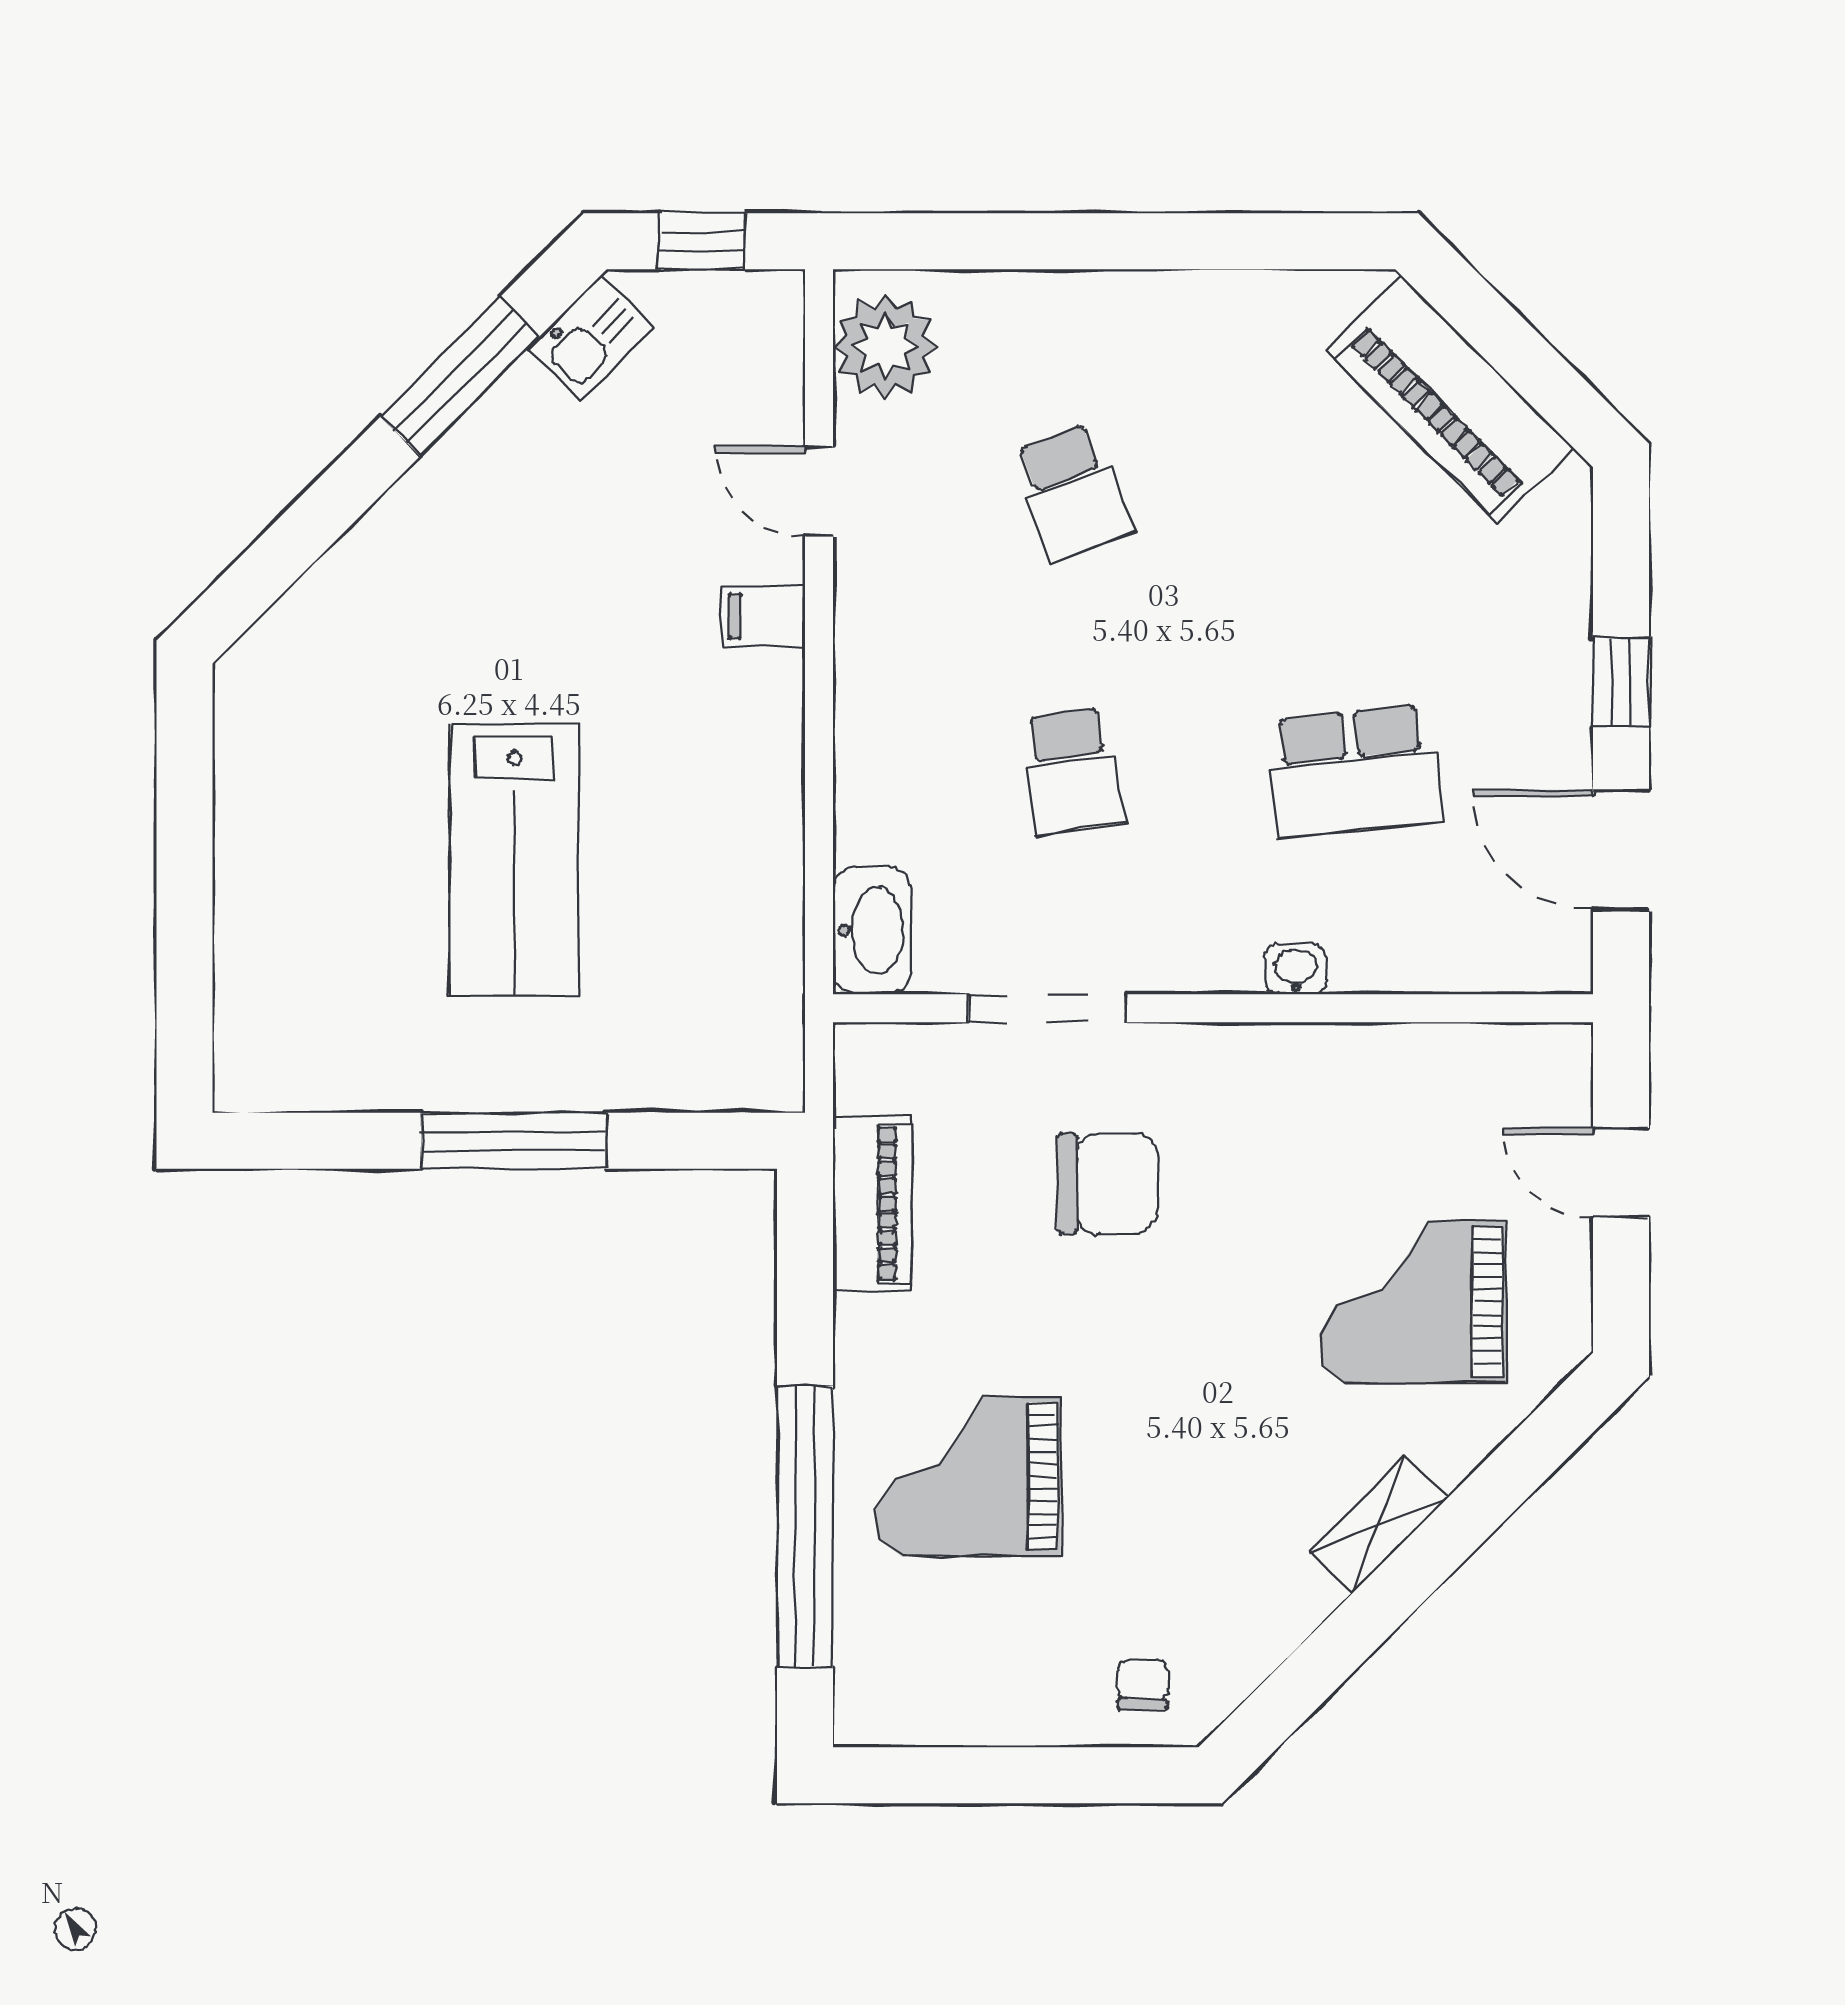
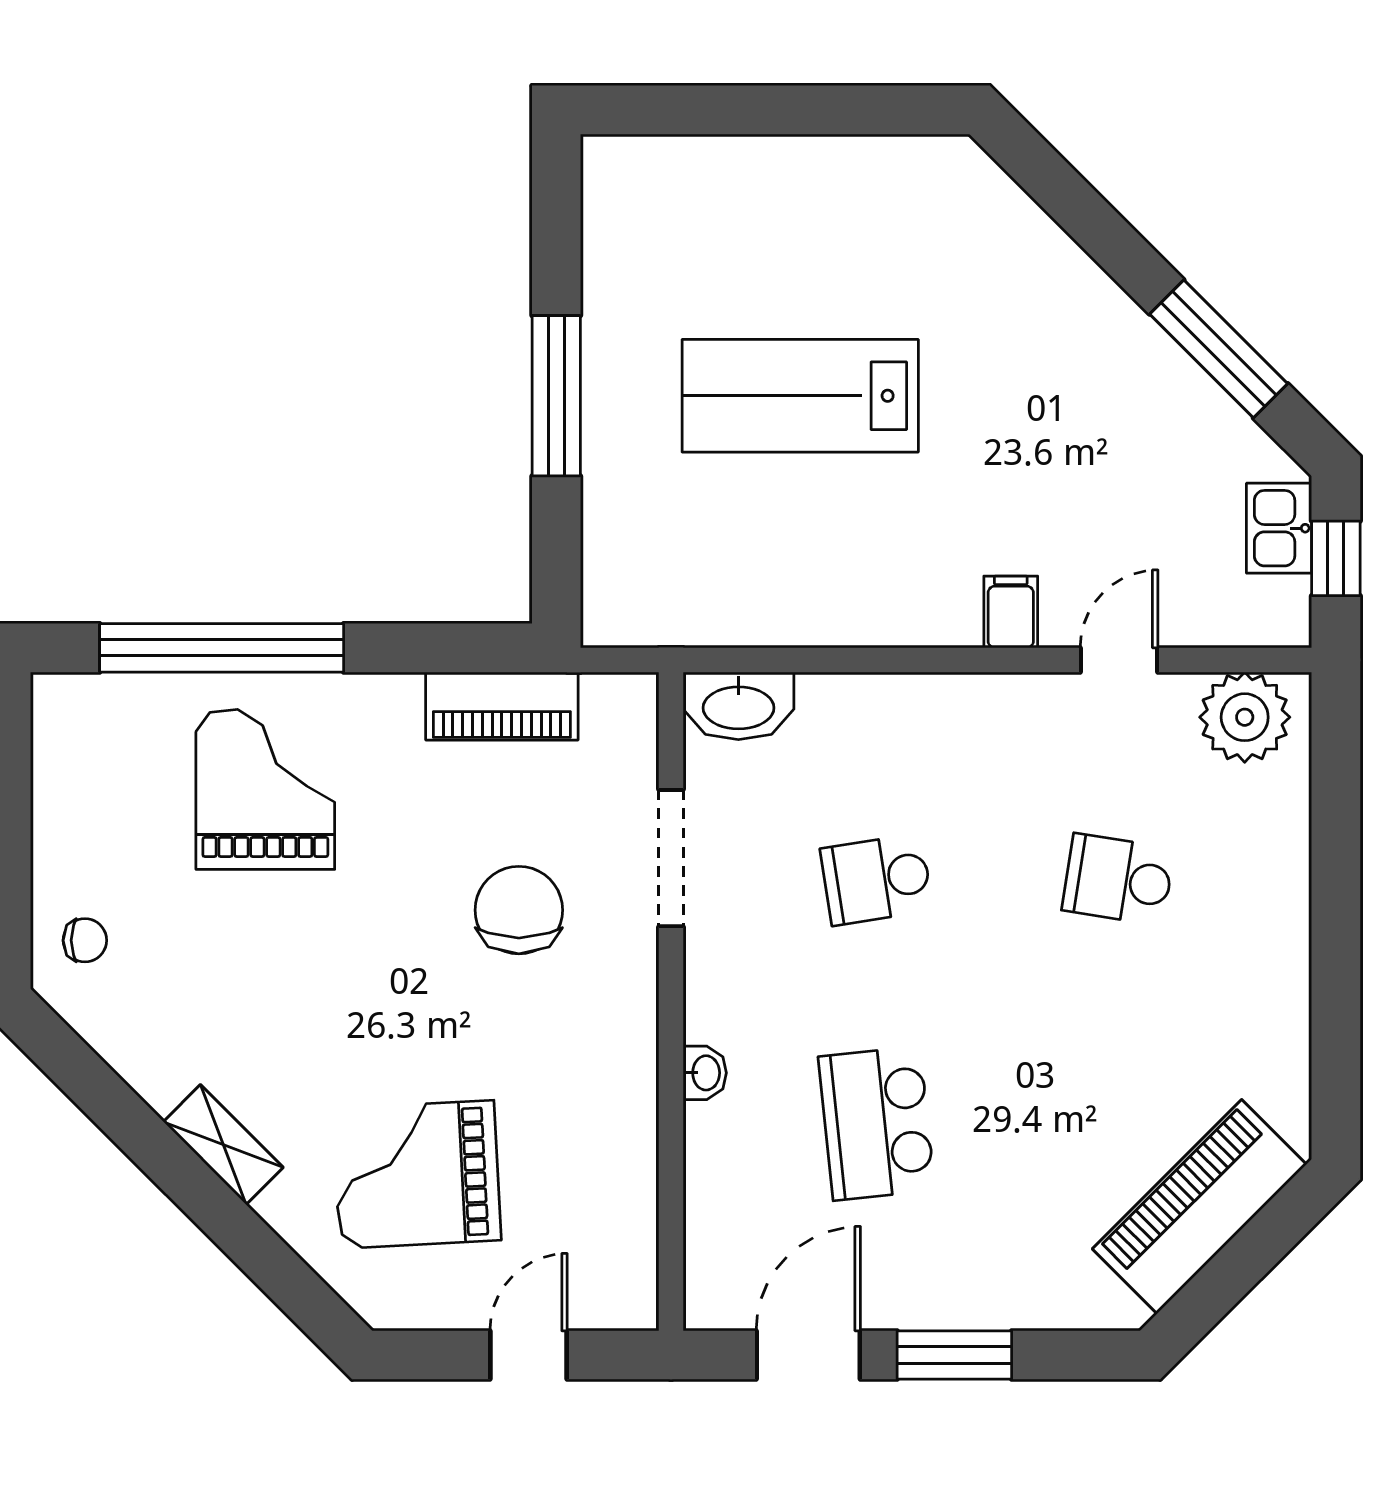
kitchen sink: (591, 338) -> (1279, 528), moved, turned 45
school desk: (1072, 492) -> (1118, 879), turned 30
window: (1621, 681) -> (954, 1355), width x1.50
chair: (1108, 1184) -> (519, 910), turned 180
grand piano: (1413, 1302) -> (417, 1174), turned -93

